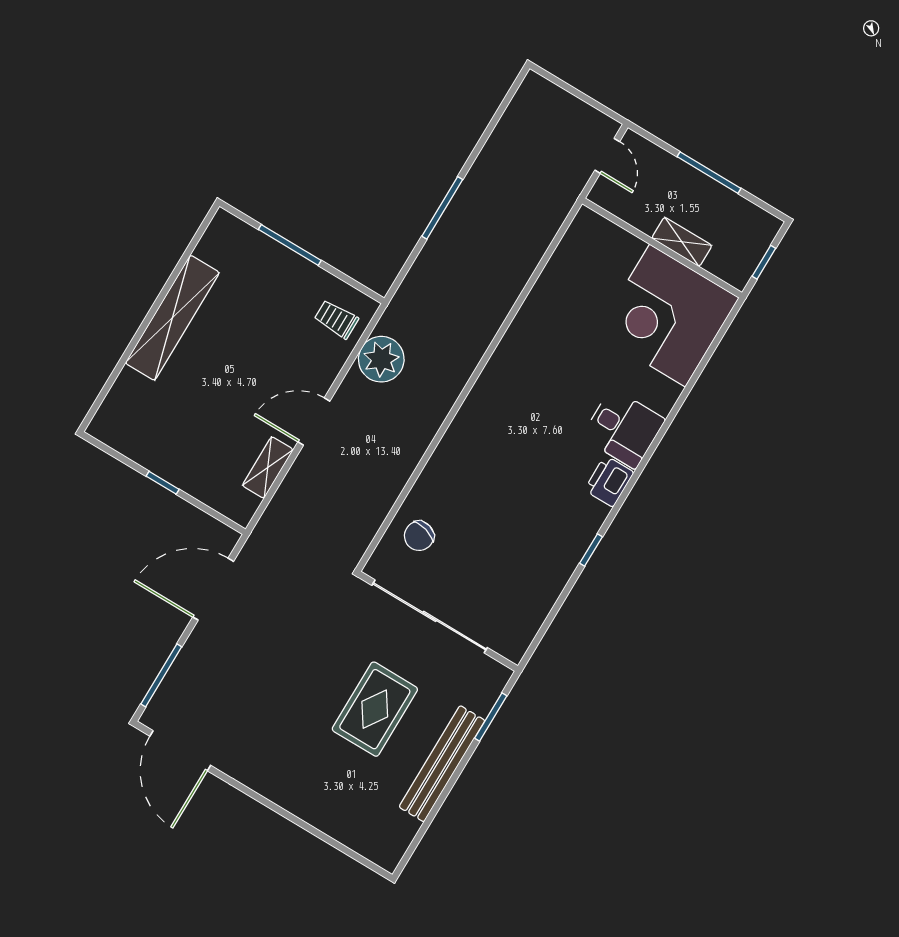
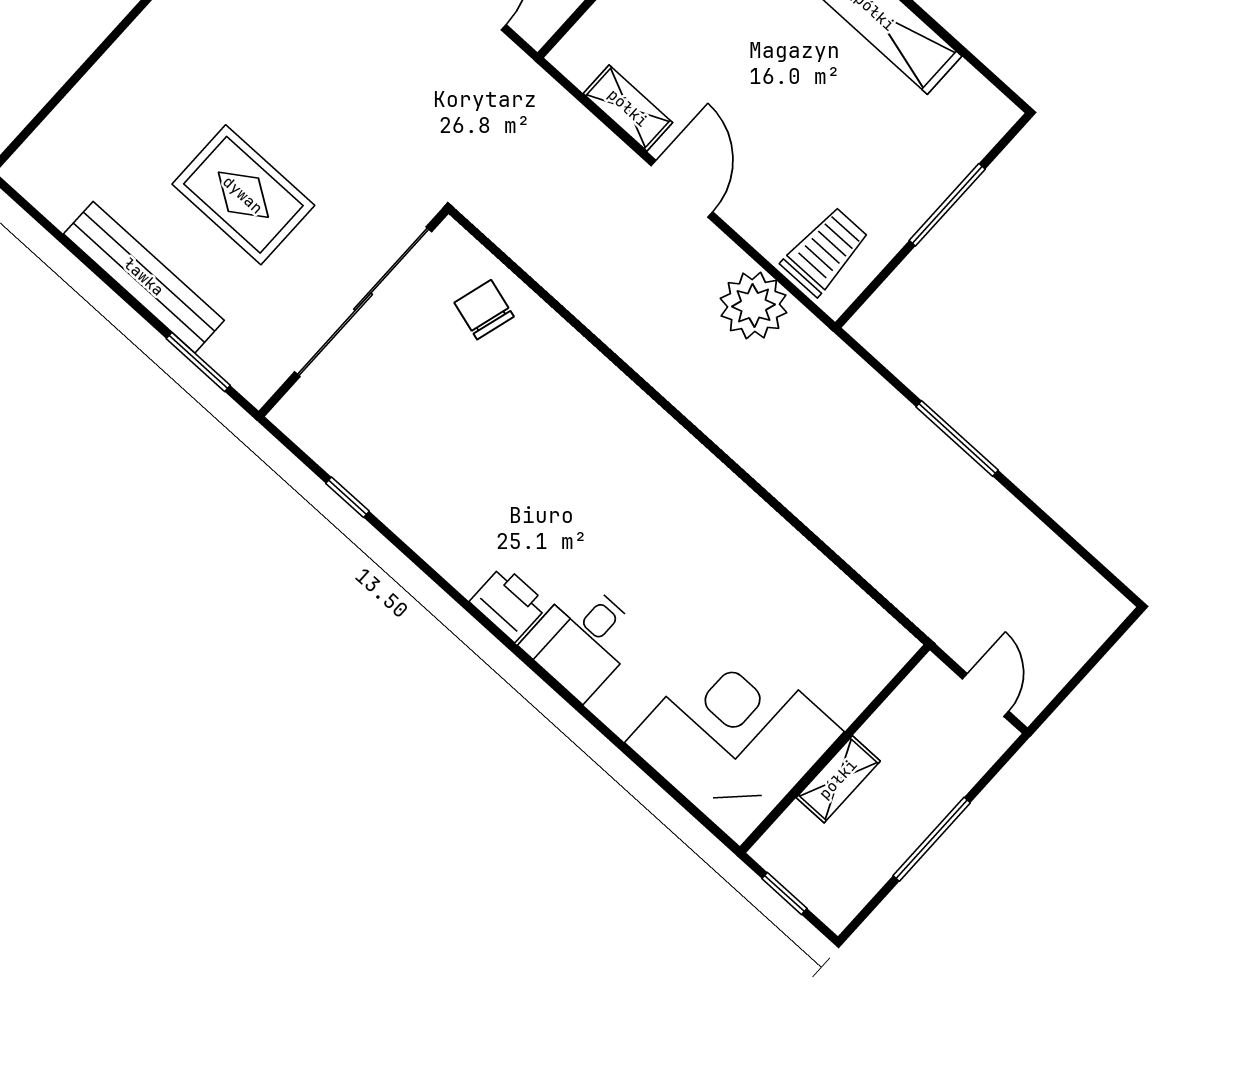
door: (607, 156) -> (986, 695), swing flipped
trolley: (336, 319) -> (825, 251), width x1.36, depth x1.39
window: (591, 550) -> (347, 497), moved

